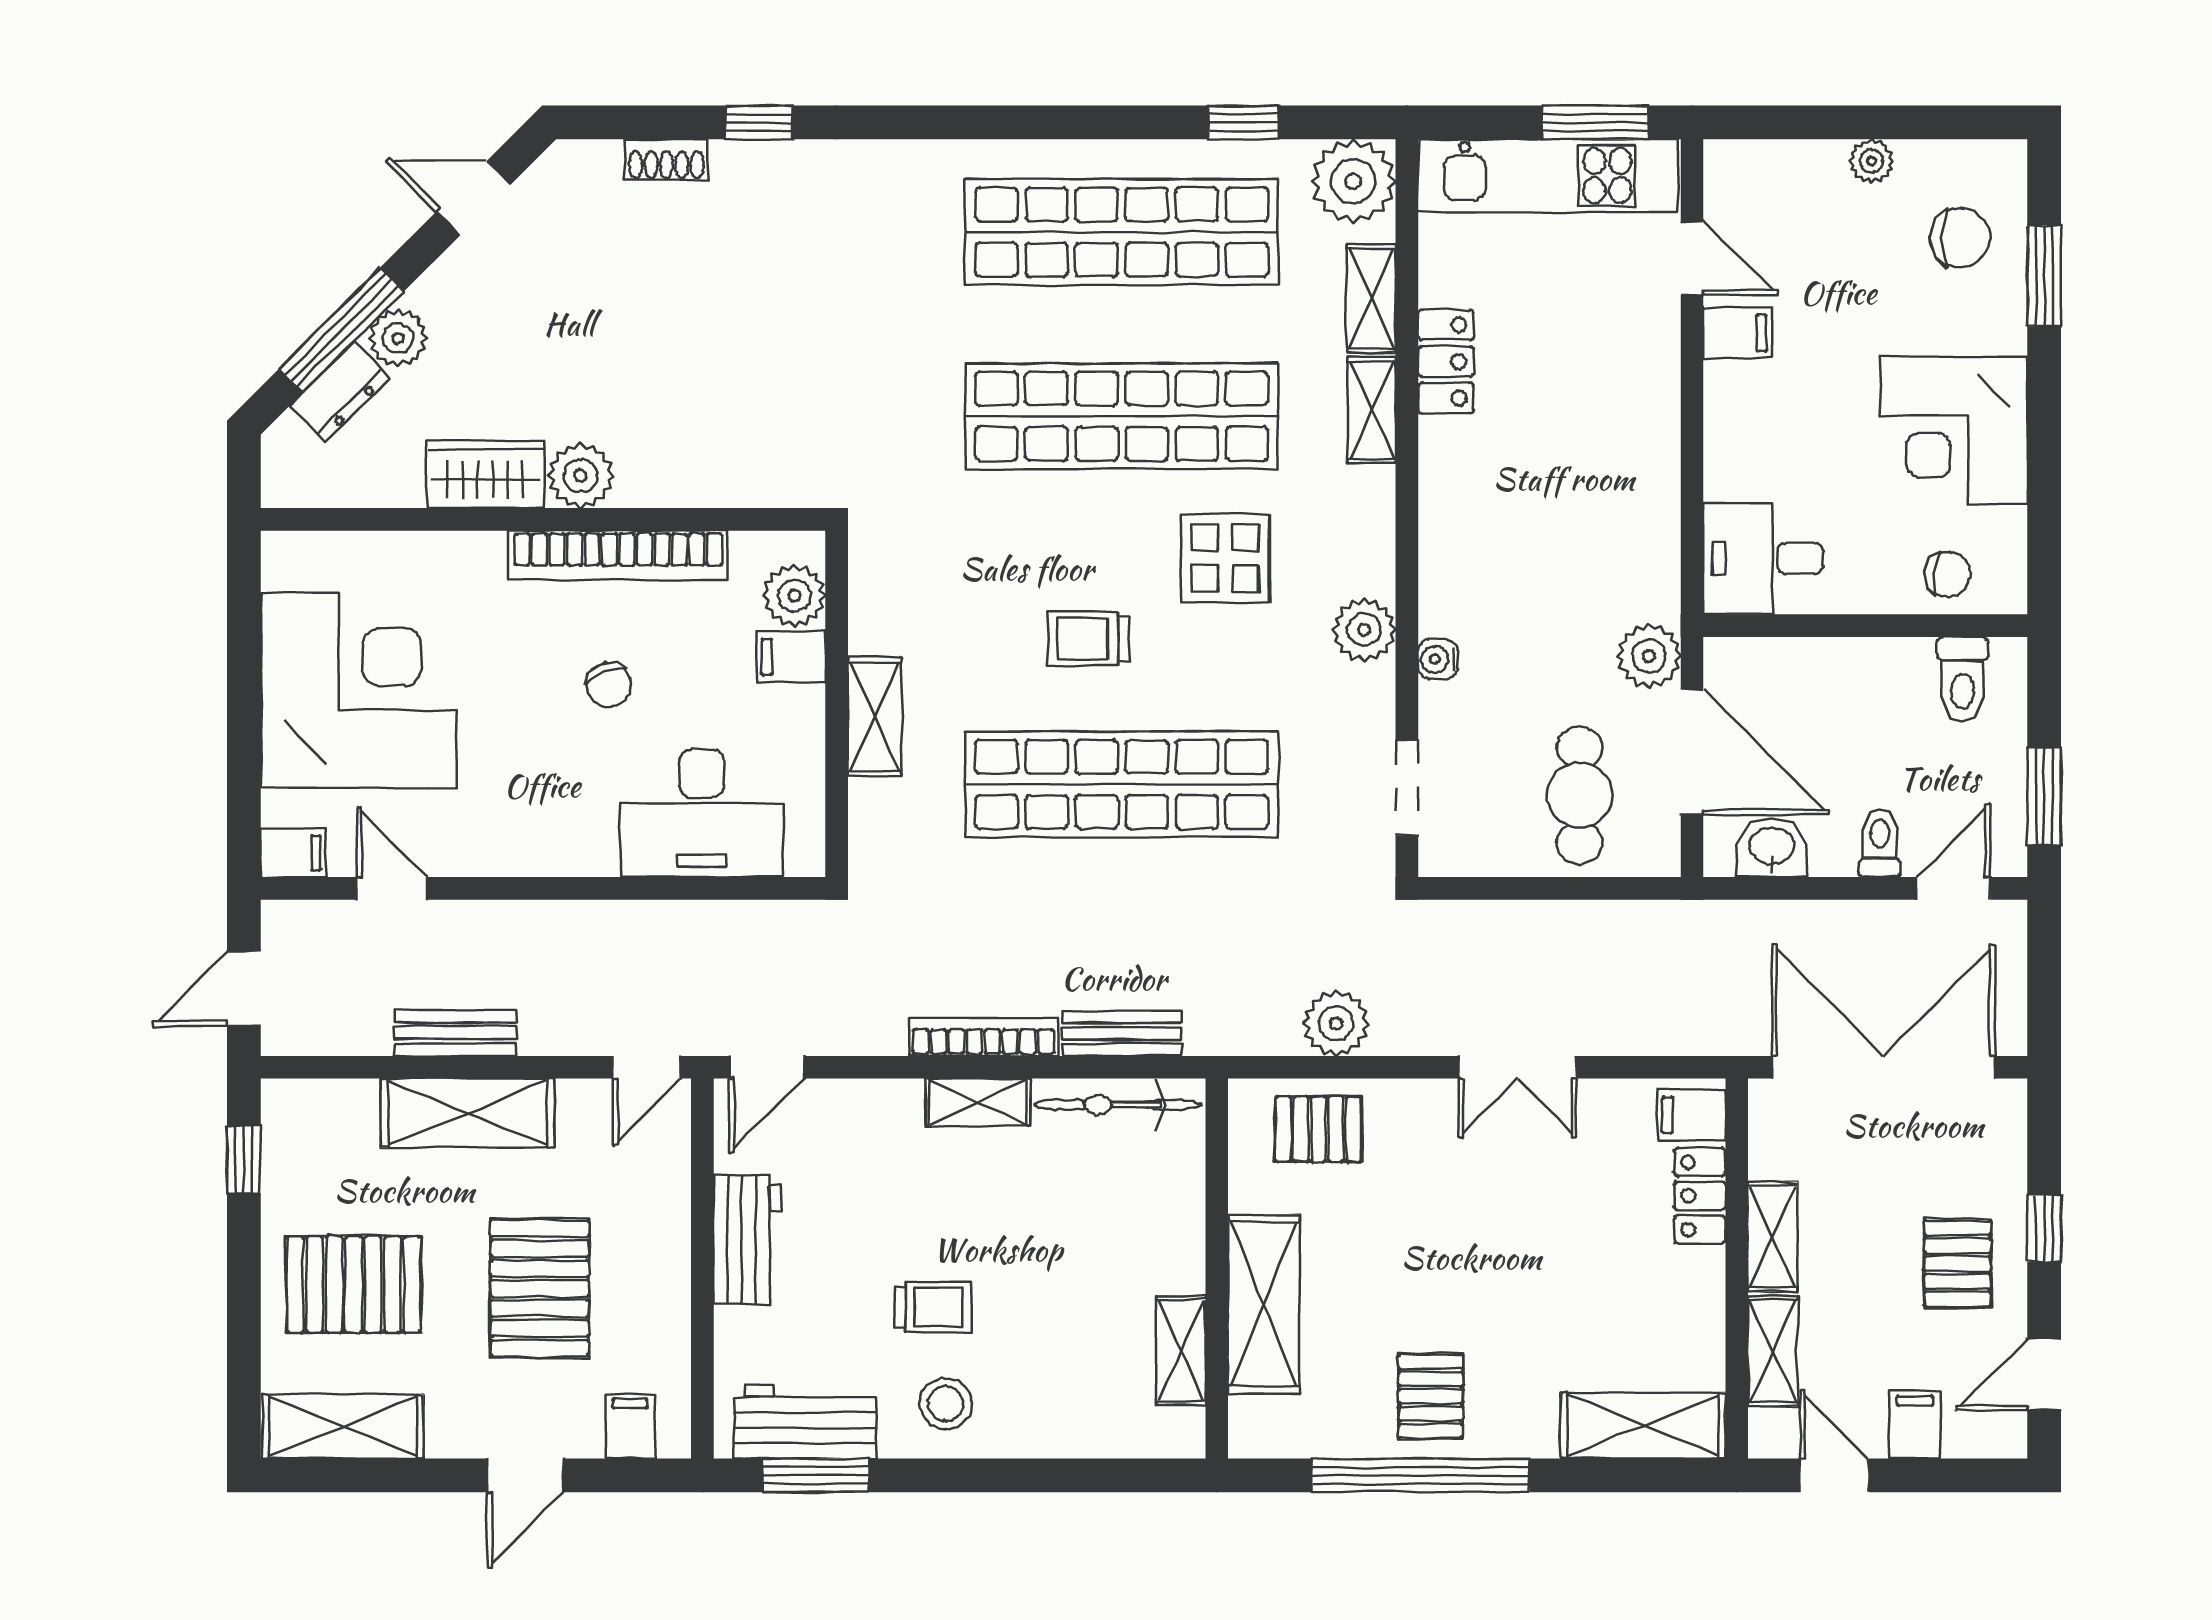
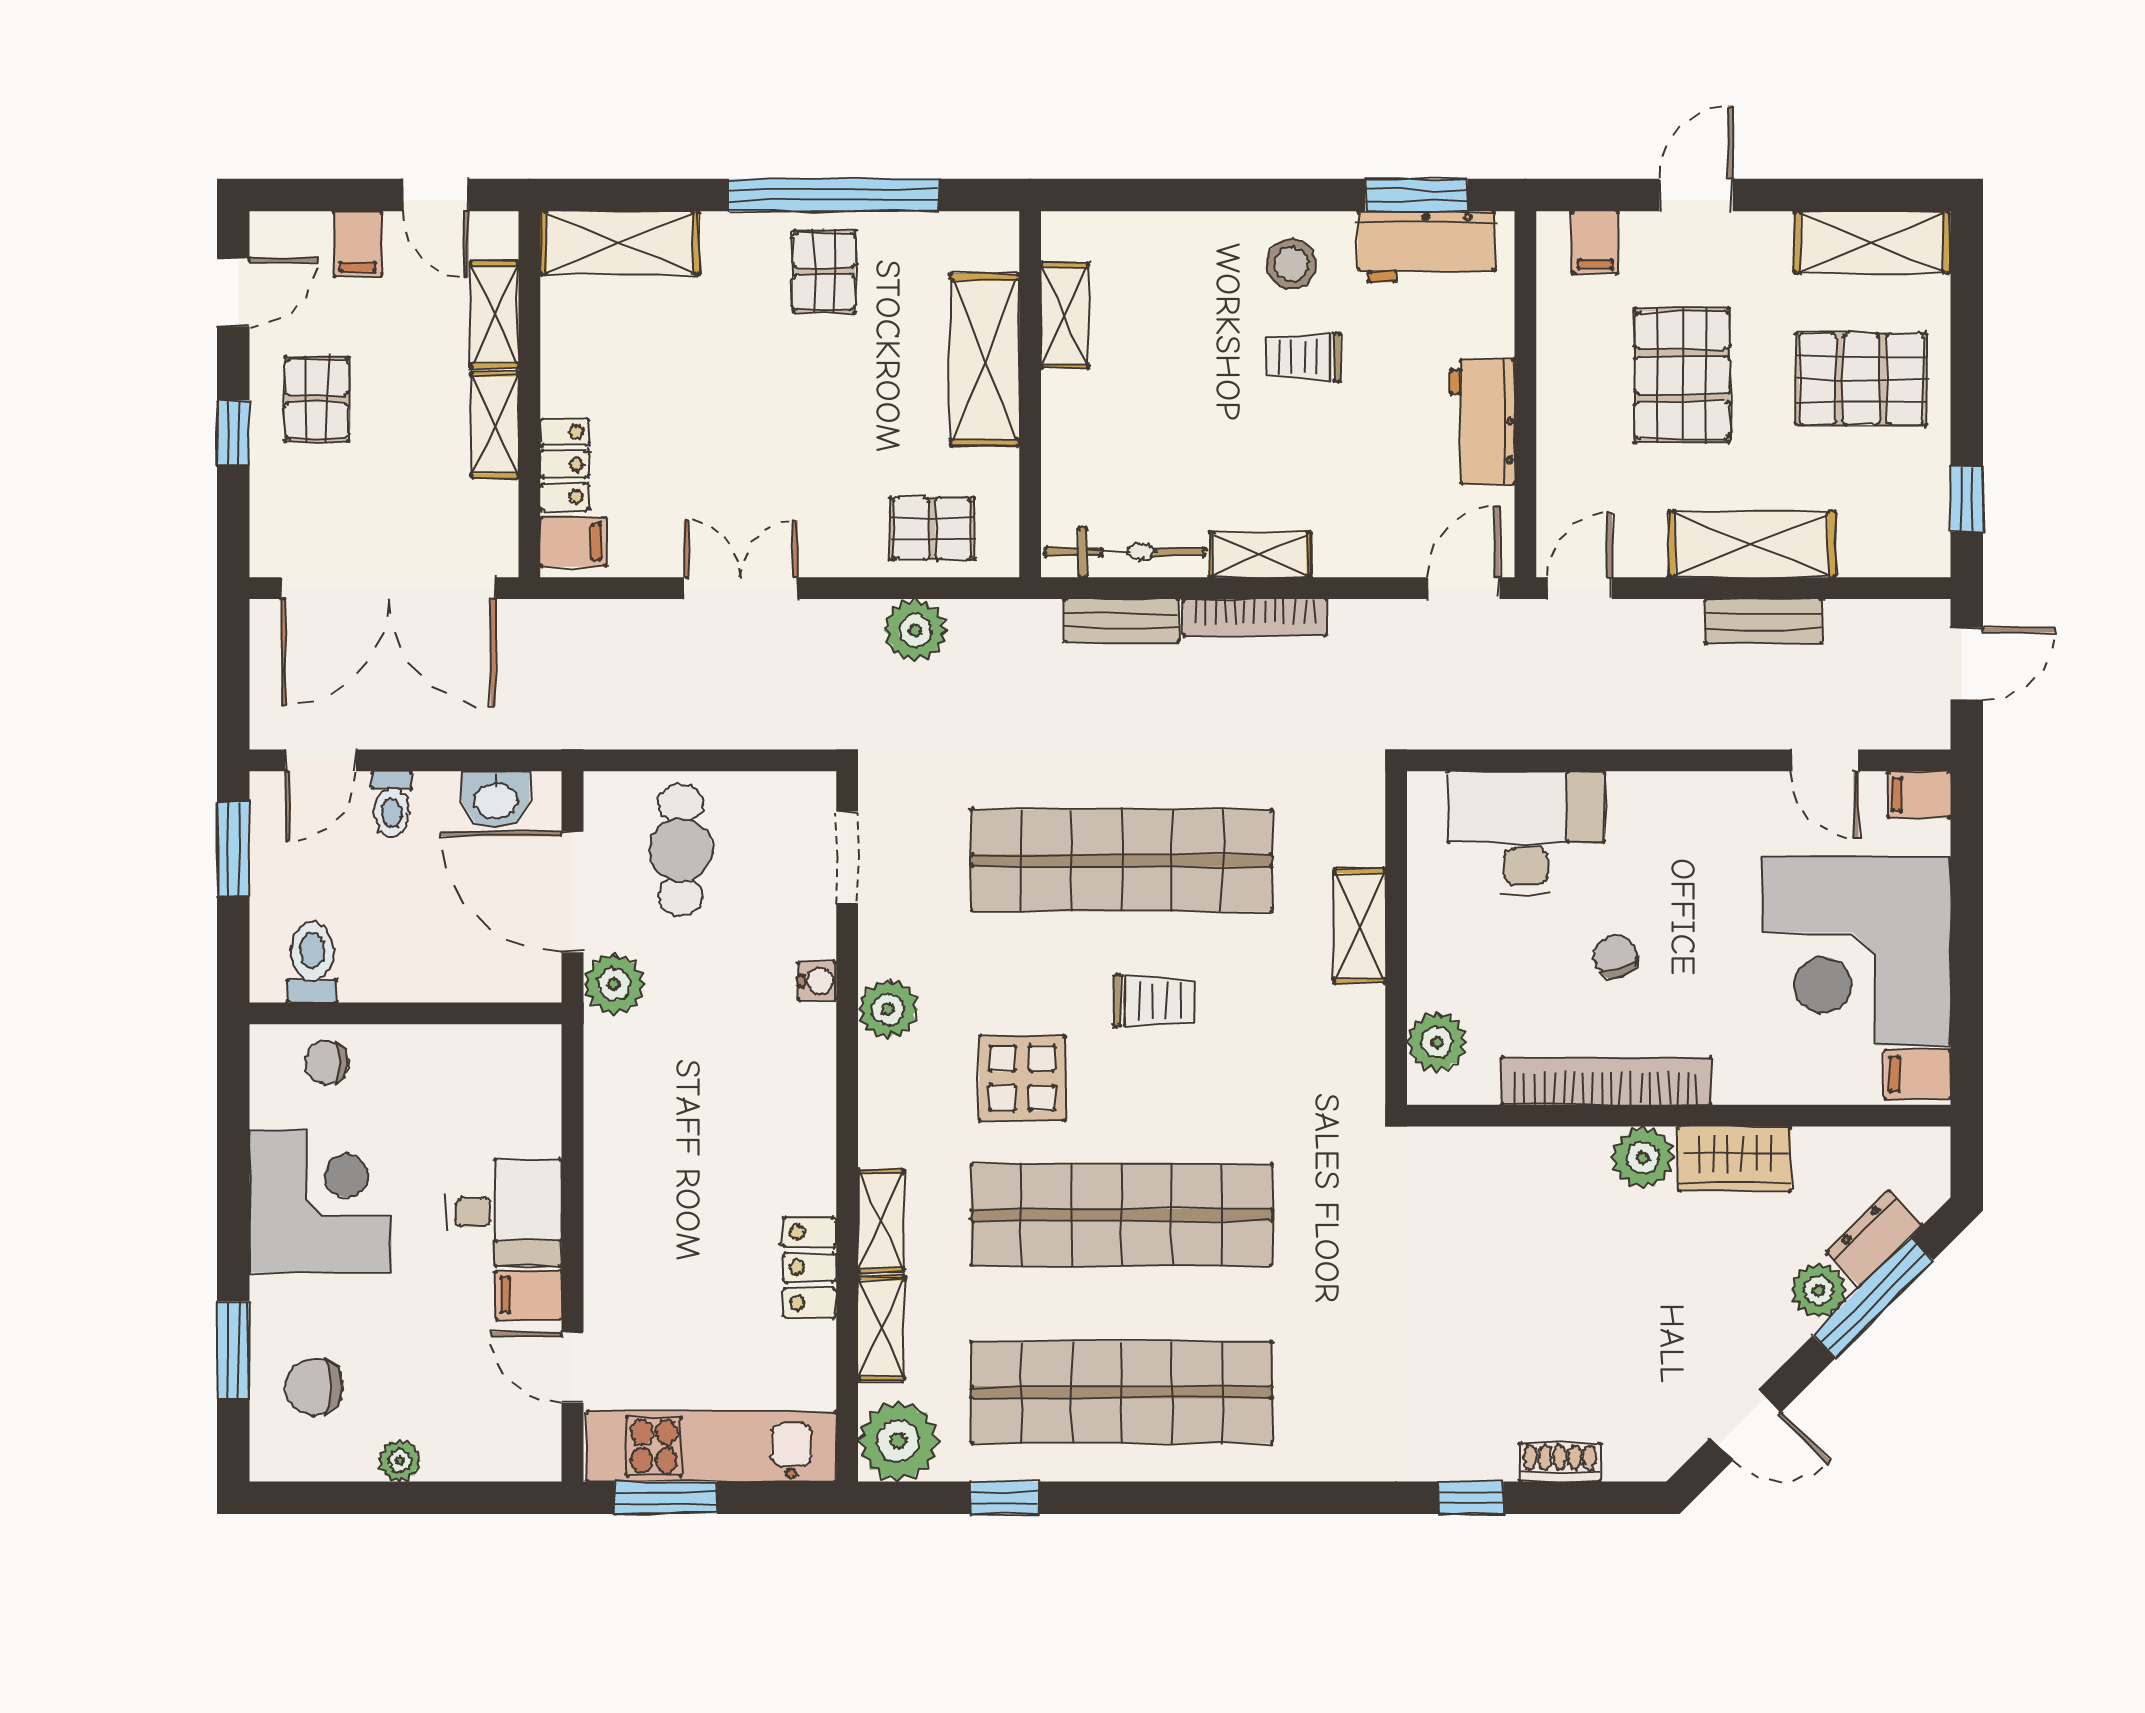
desk: (1763, 559) -> (504, 1212), moved
filing cabinet: (791, 657) -> (1918, 1074), moved, turned 180

